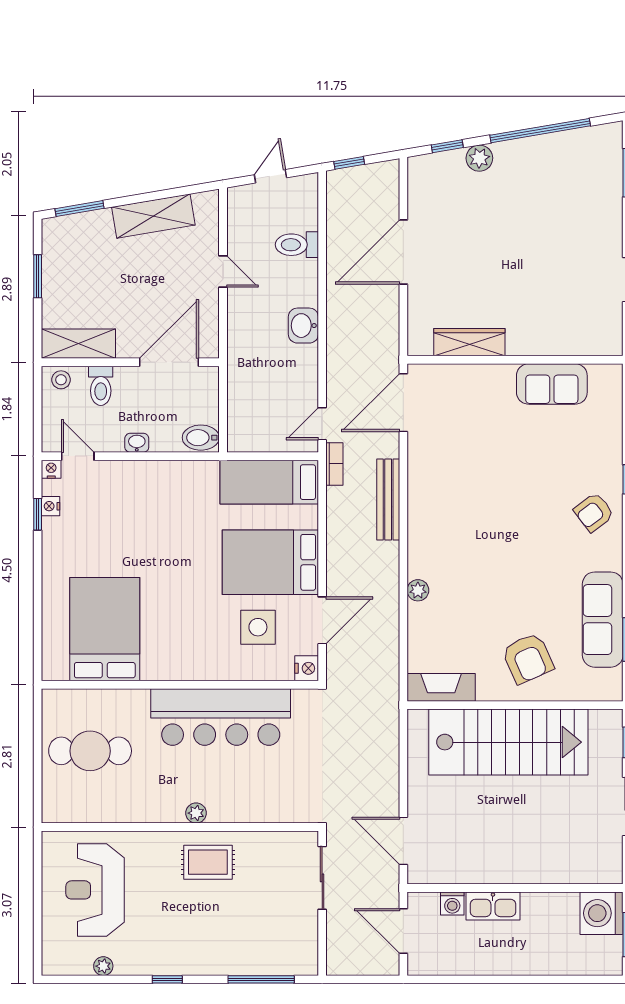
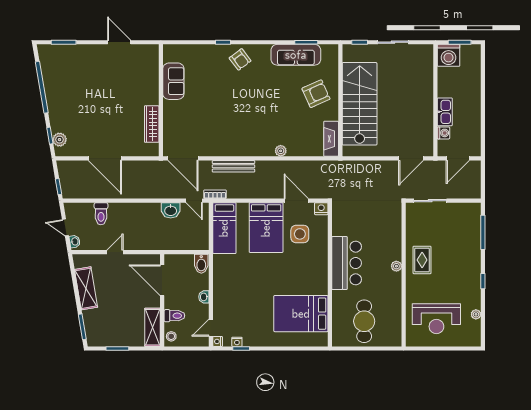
plant: (479, 158) -> (60, 140), moved
washbasin: (244, 194) -> (75, 241), added
washbasin: (303, 326) -> (171, 210), moved
bar counter: (221, 717) -> (347, 263), width x0.73

